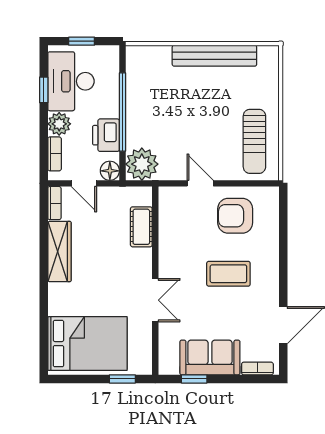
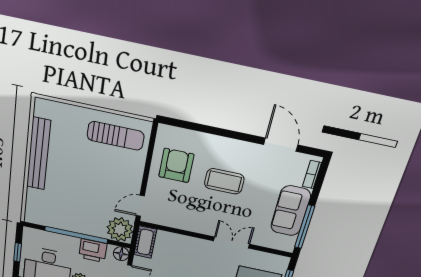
door: (200, 183) -> (140, 206), moved
armchair: (235, 216) -> (176, 165), turned 180
cot: (141, 227) -> (145, 242), moved, turned 90
coffee table: (228, 274) -> (224, 181), turned 90
window: (194, 379) -> (305, 227), width x2.17

